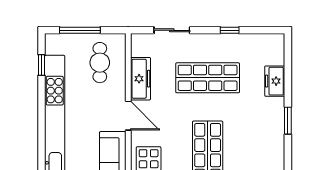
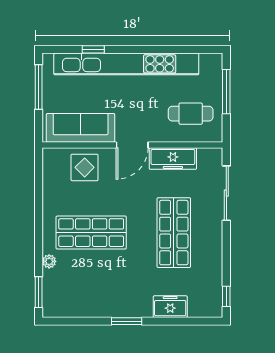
sliding door: (172, 30) -> (226, 193), width x1.37
window: (230, 30) -> (226, 296), moved
window: (42, 65) -> (93, 49), moved

